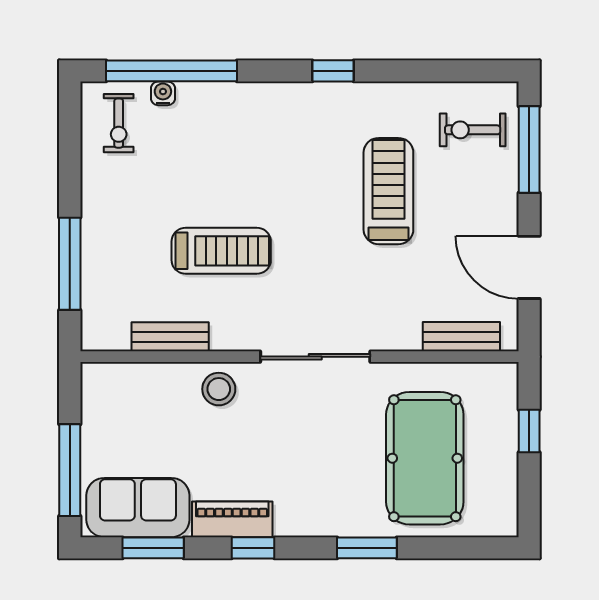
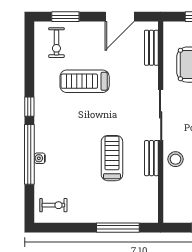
window: (171, 71) -> (29, 154), moved
water cooler: (163, 93) -> (40, 158), moved
window: (529, 149) -> (65, 17), width x0.69
bench: (170, 337) -> (151, 158), moved

